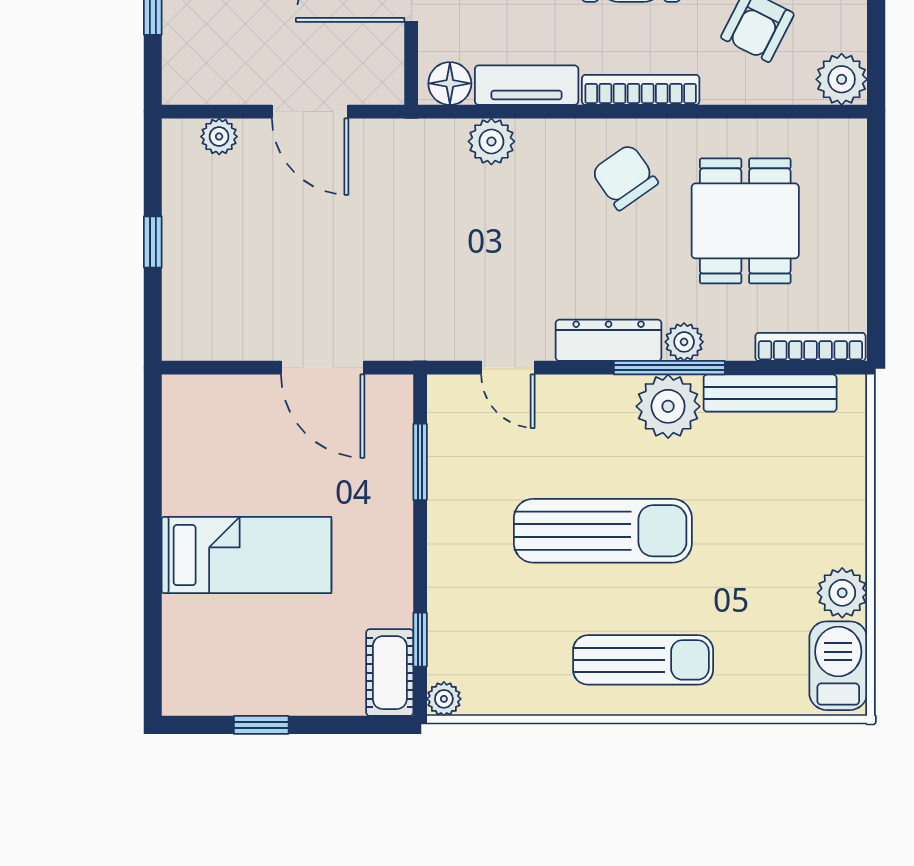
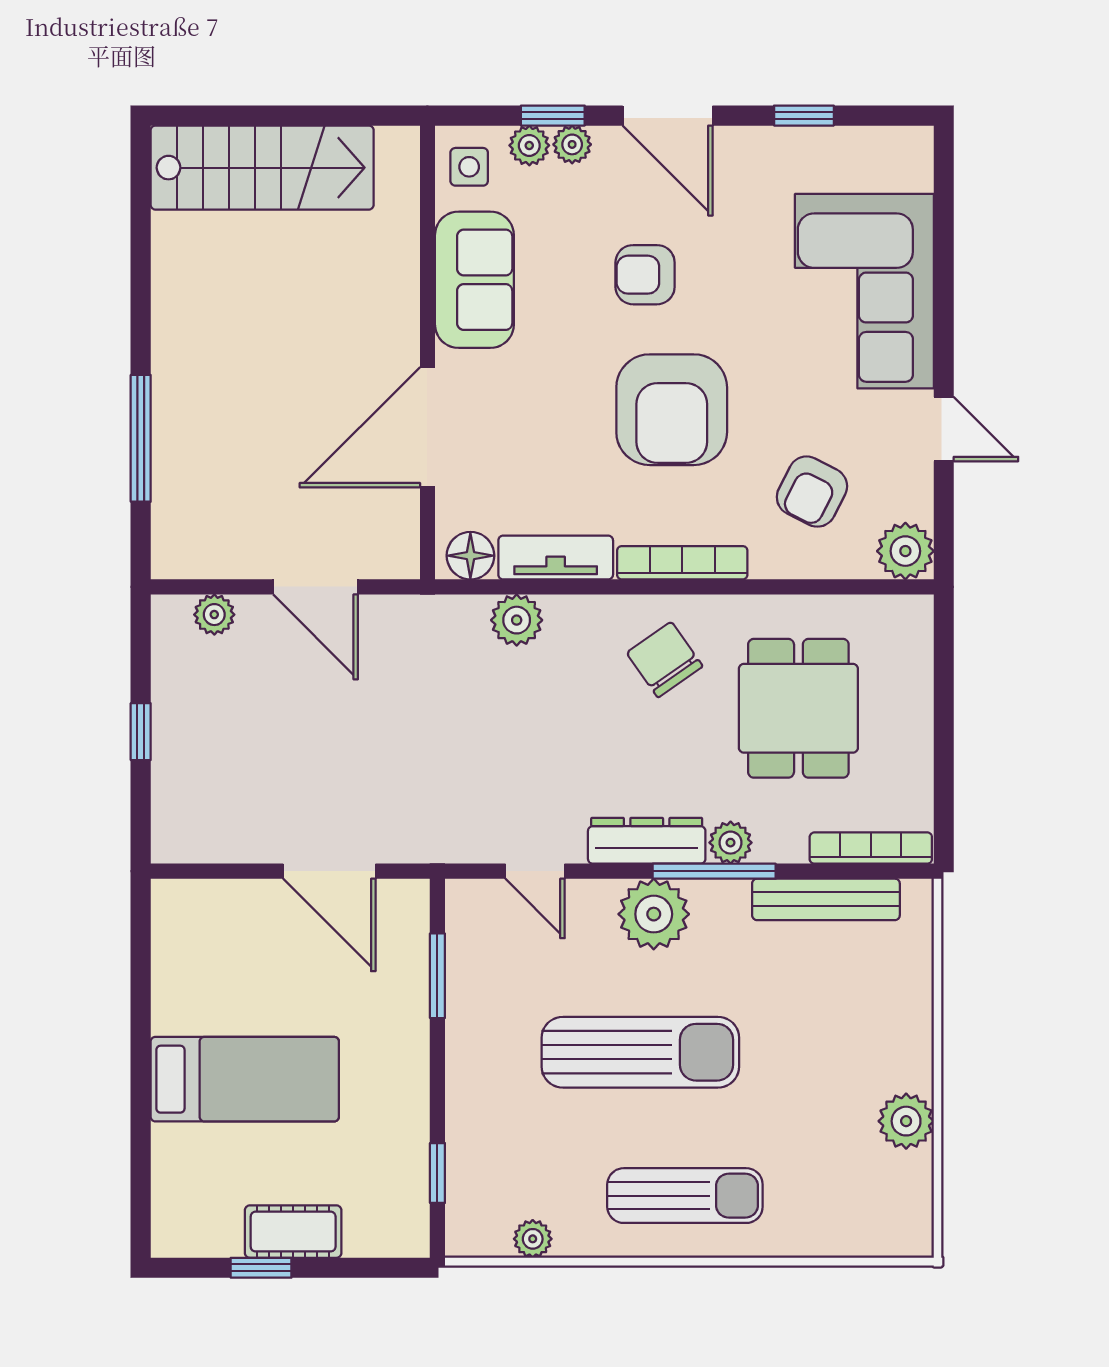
plant: (668, 406) -> (654, 914), moved
barbecue: (838, 666) -> (902, 1202), removed
cot: (390, 673) -> (293, 1232), moved, turned 90
plant: (444, 699) -> (533, 1239), moved

